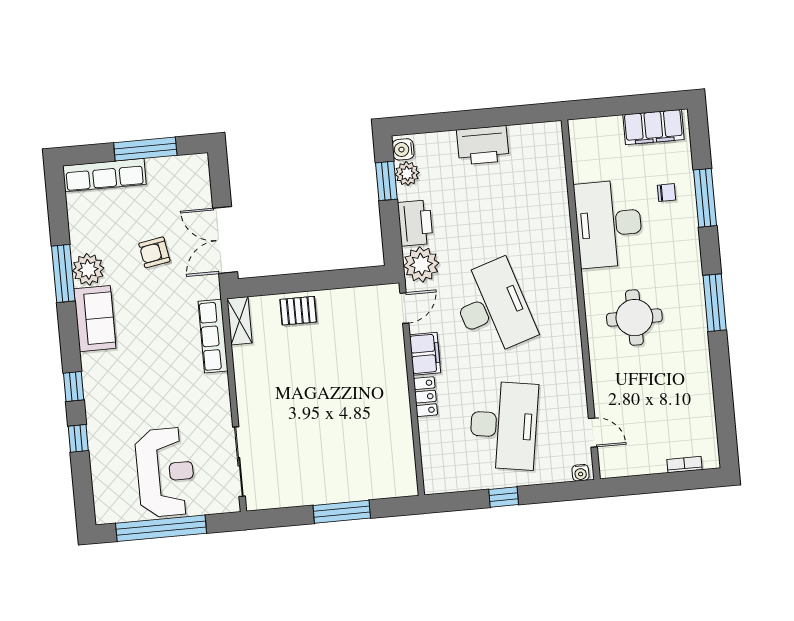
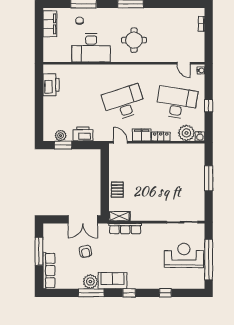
printer: (483, 145) -> (51, 85), moved
water cooler: (403, 149) -> (200, 136), moved
plant: (421, 264) -> (186, 133), moved
window: (74, 387) -> (129, 293), moved
door: (593, 433) -> (184, 63), swing flipped

